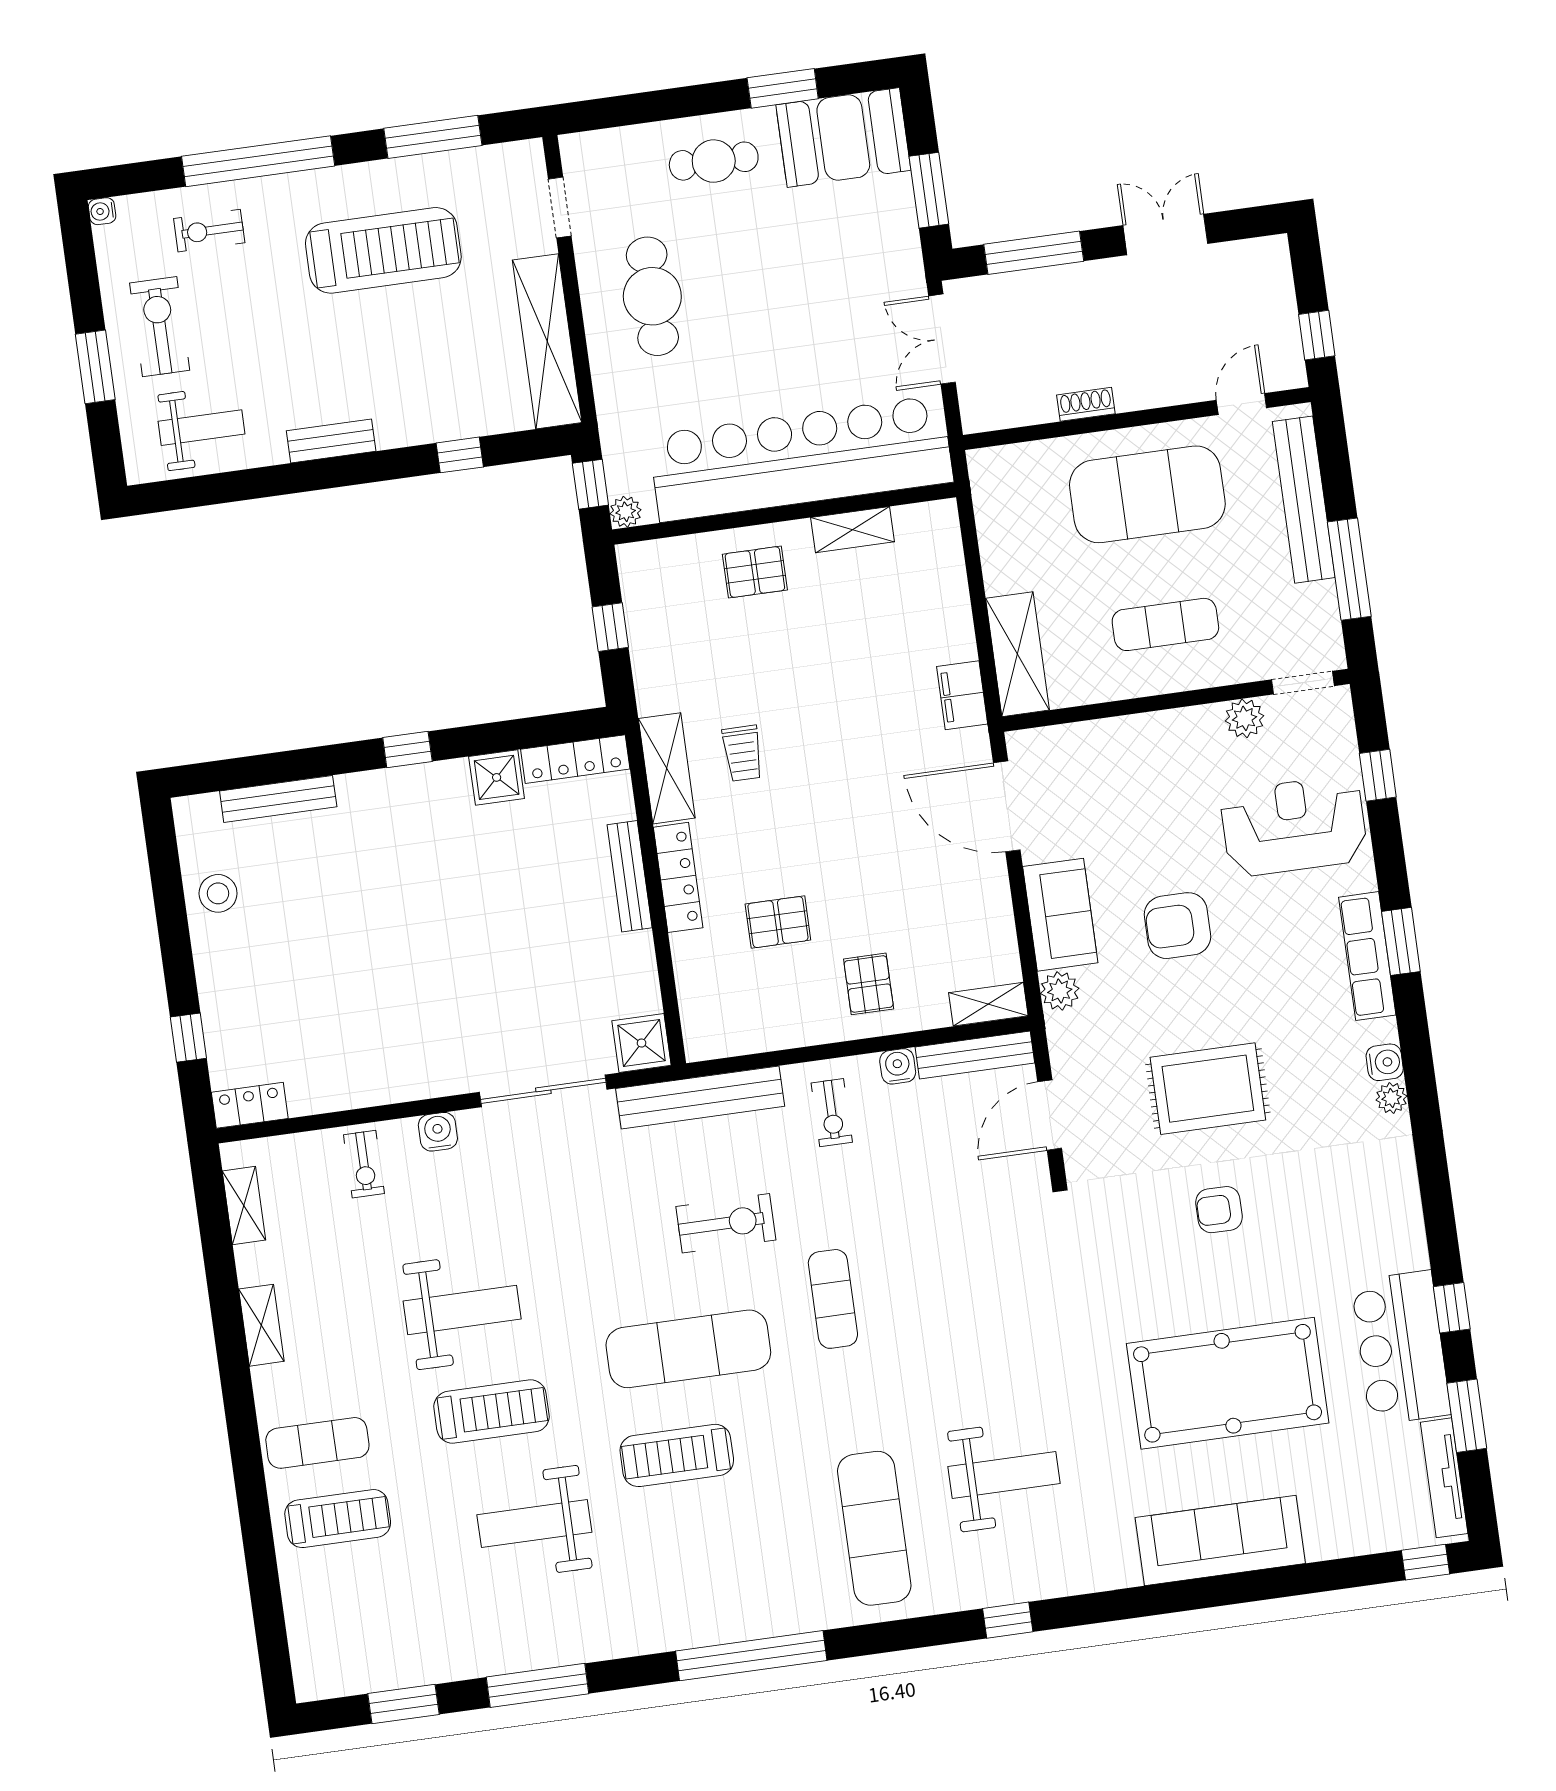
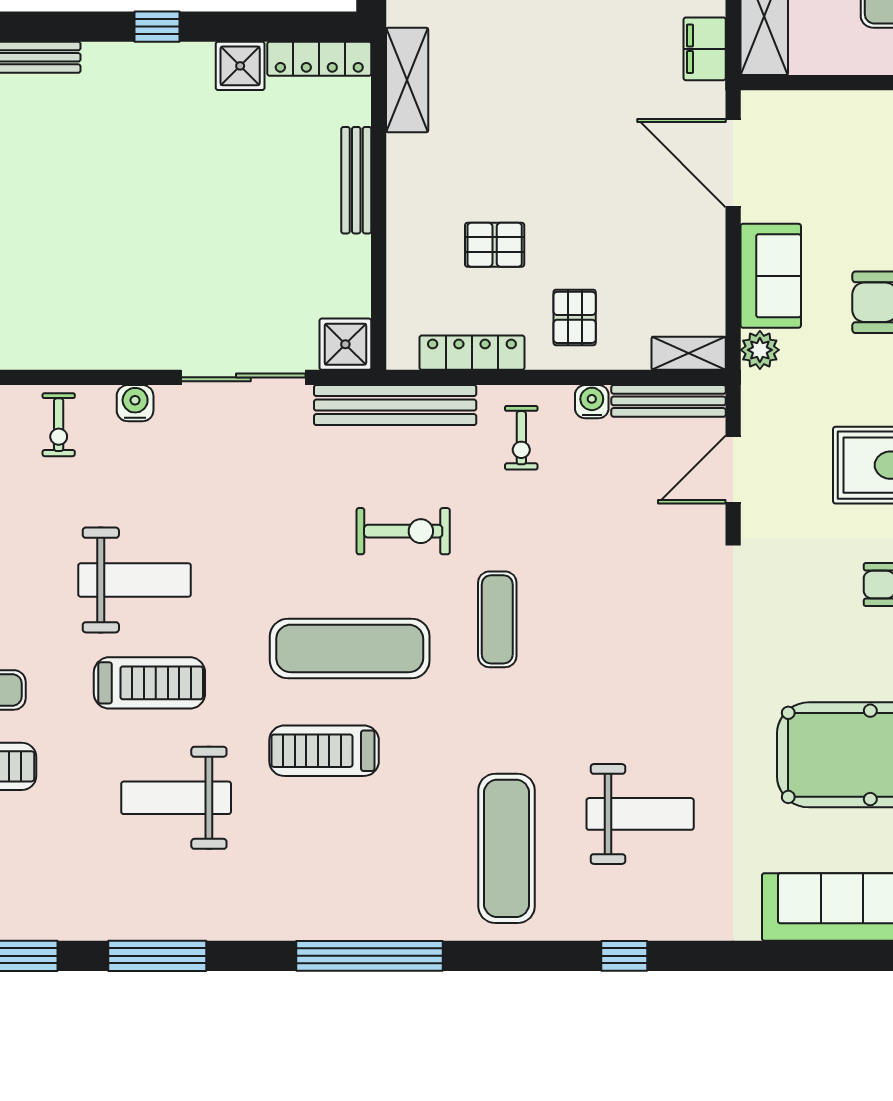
trolley: (743, 753) -> (483, 76), removed
locker: (678, 877) -> (472, 353), moved, turned -90

